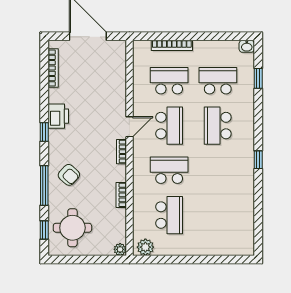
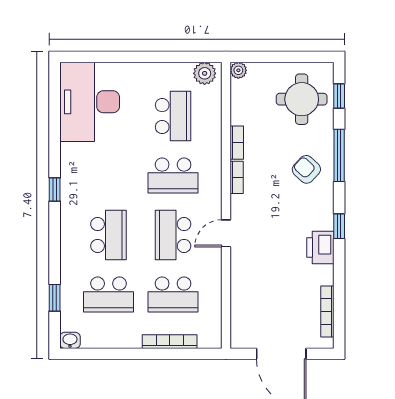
bookcase: (121, 152) -> (237, 177), moved
school desk: (169, 215) -> (173, 116), turned 180
desk: (232, 226) -> (90, 102), added

